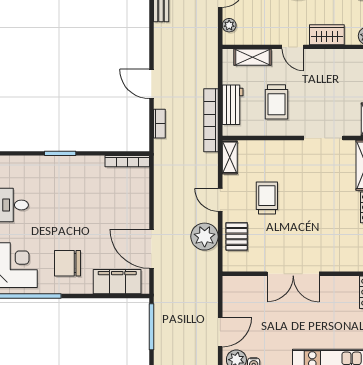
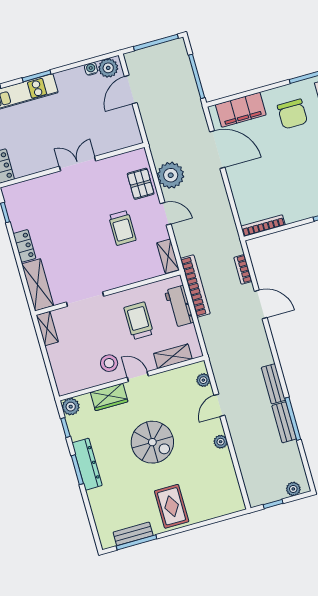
stool: (317, 68) -> (109, 363), added
chair: (67, 263) -> (292, 114), turned 90
double door: (293, 274) -> (78, 164), width x0.73

